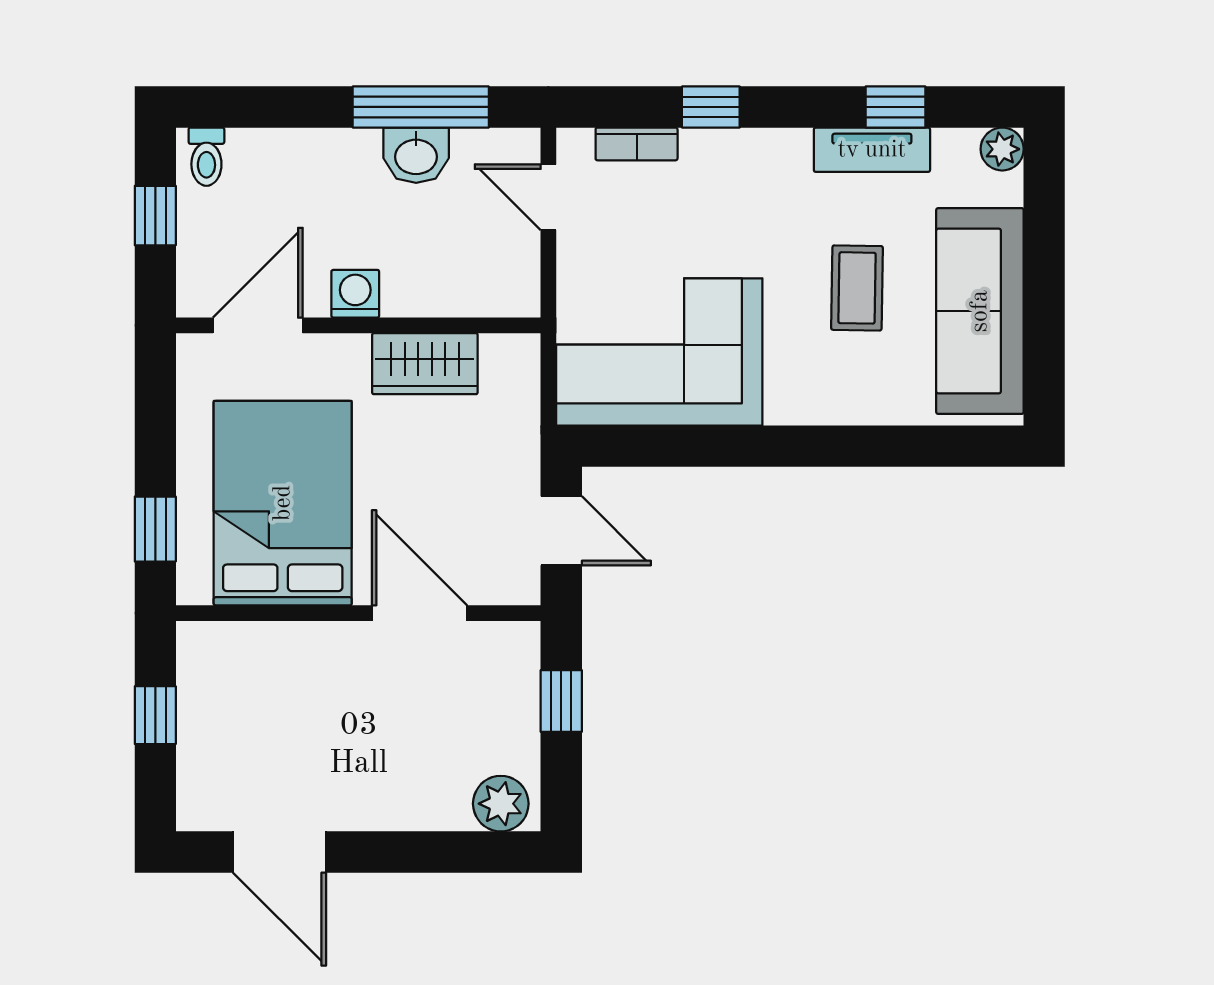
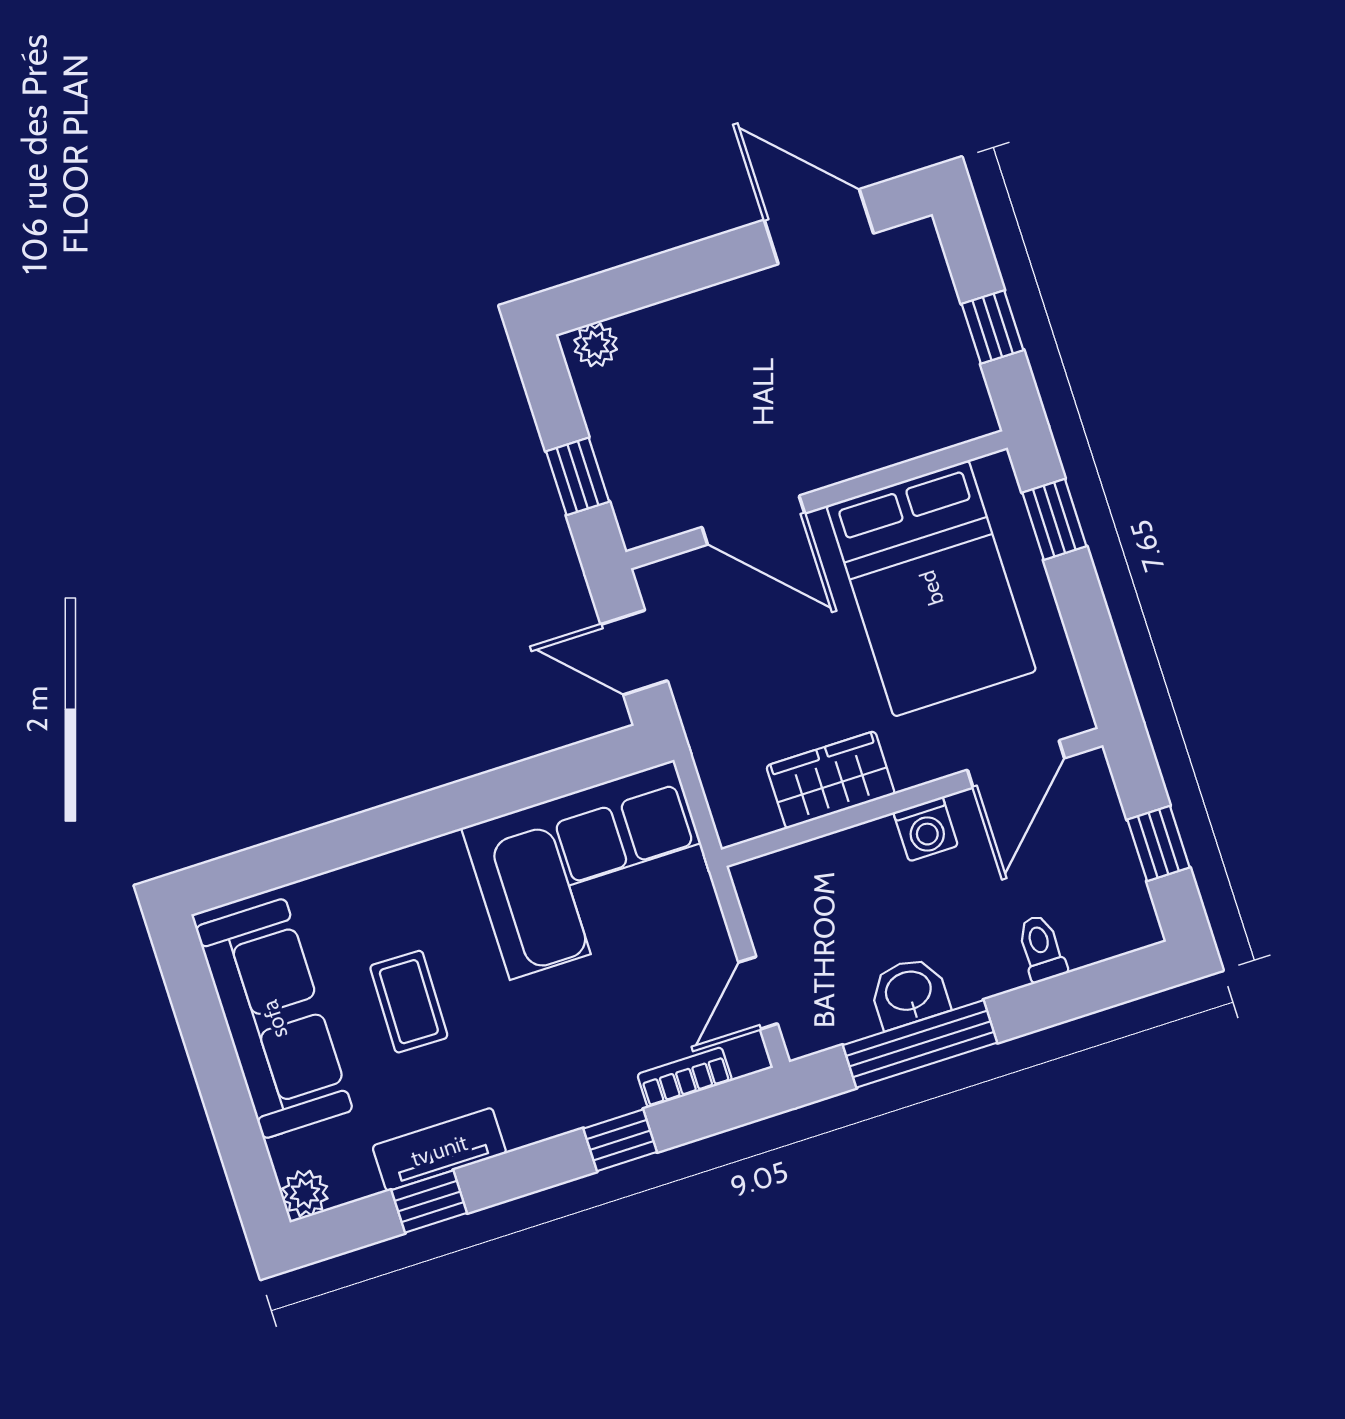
toilet: (206, 157) -> (1041, 948), moved
door: (548, 197) -> (758, 993), swing flipped
plant: (501, 804) -> (596, 345), width x0.73, depth x0.73

